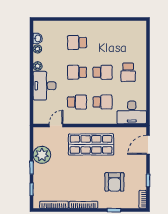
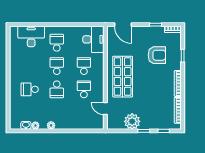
school desk: (77, 43) -> (30, 89), turned 90
school desk: (128, 72) -> (57, 43), turned -90
desk: (45, 86) -> (31, 36), moved, turned 180

